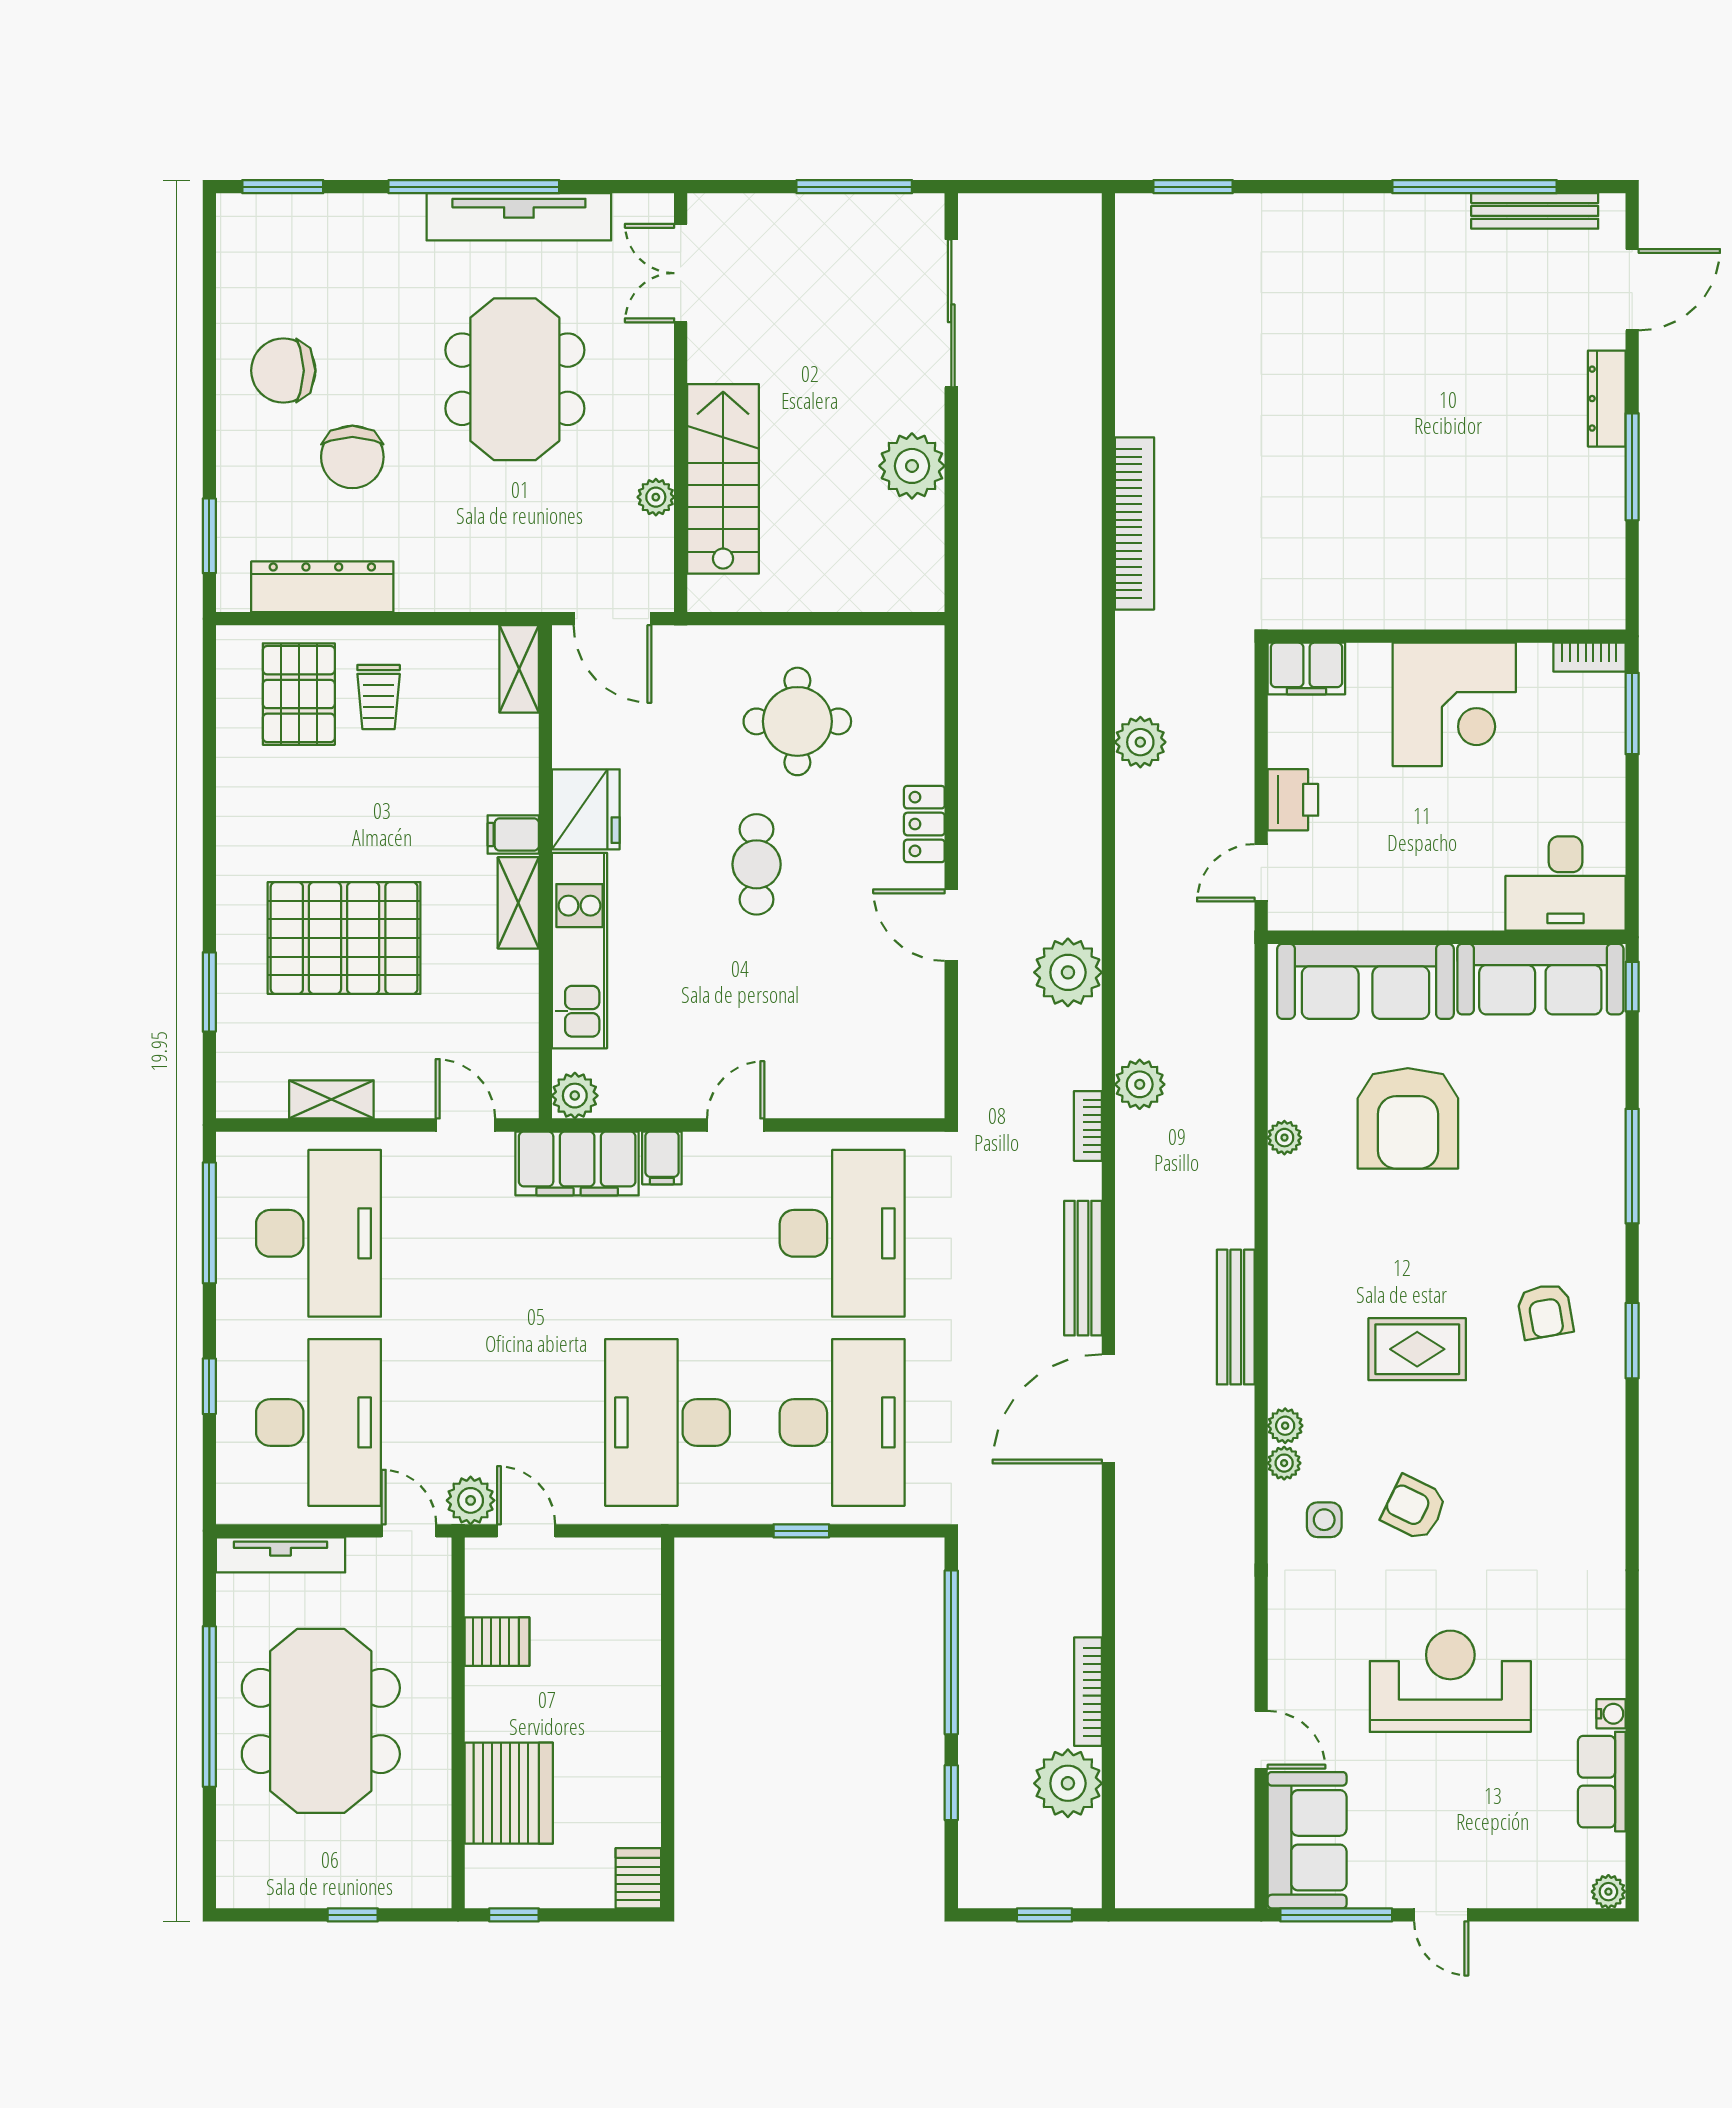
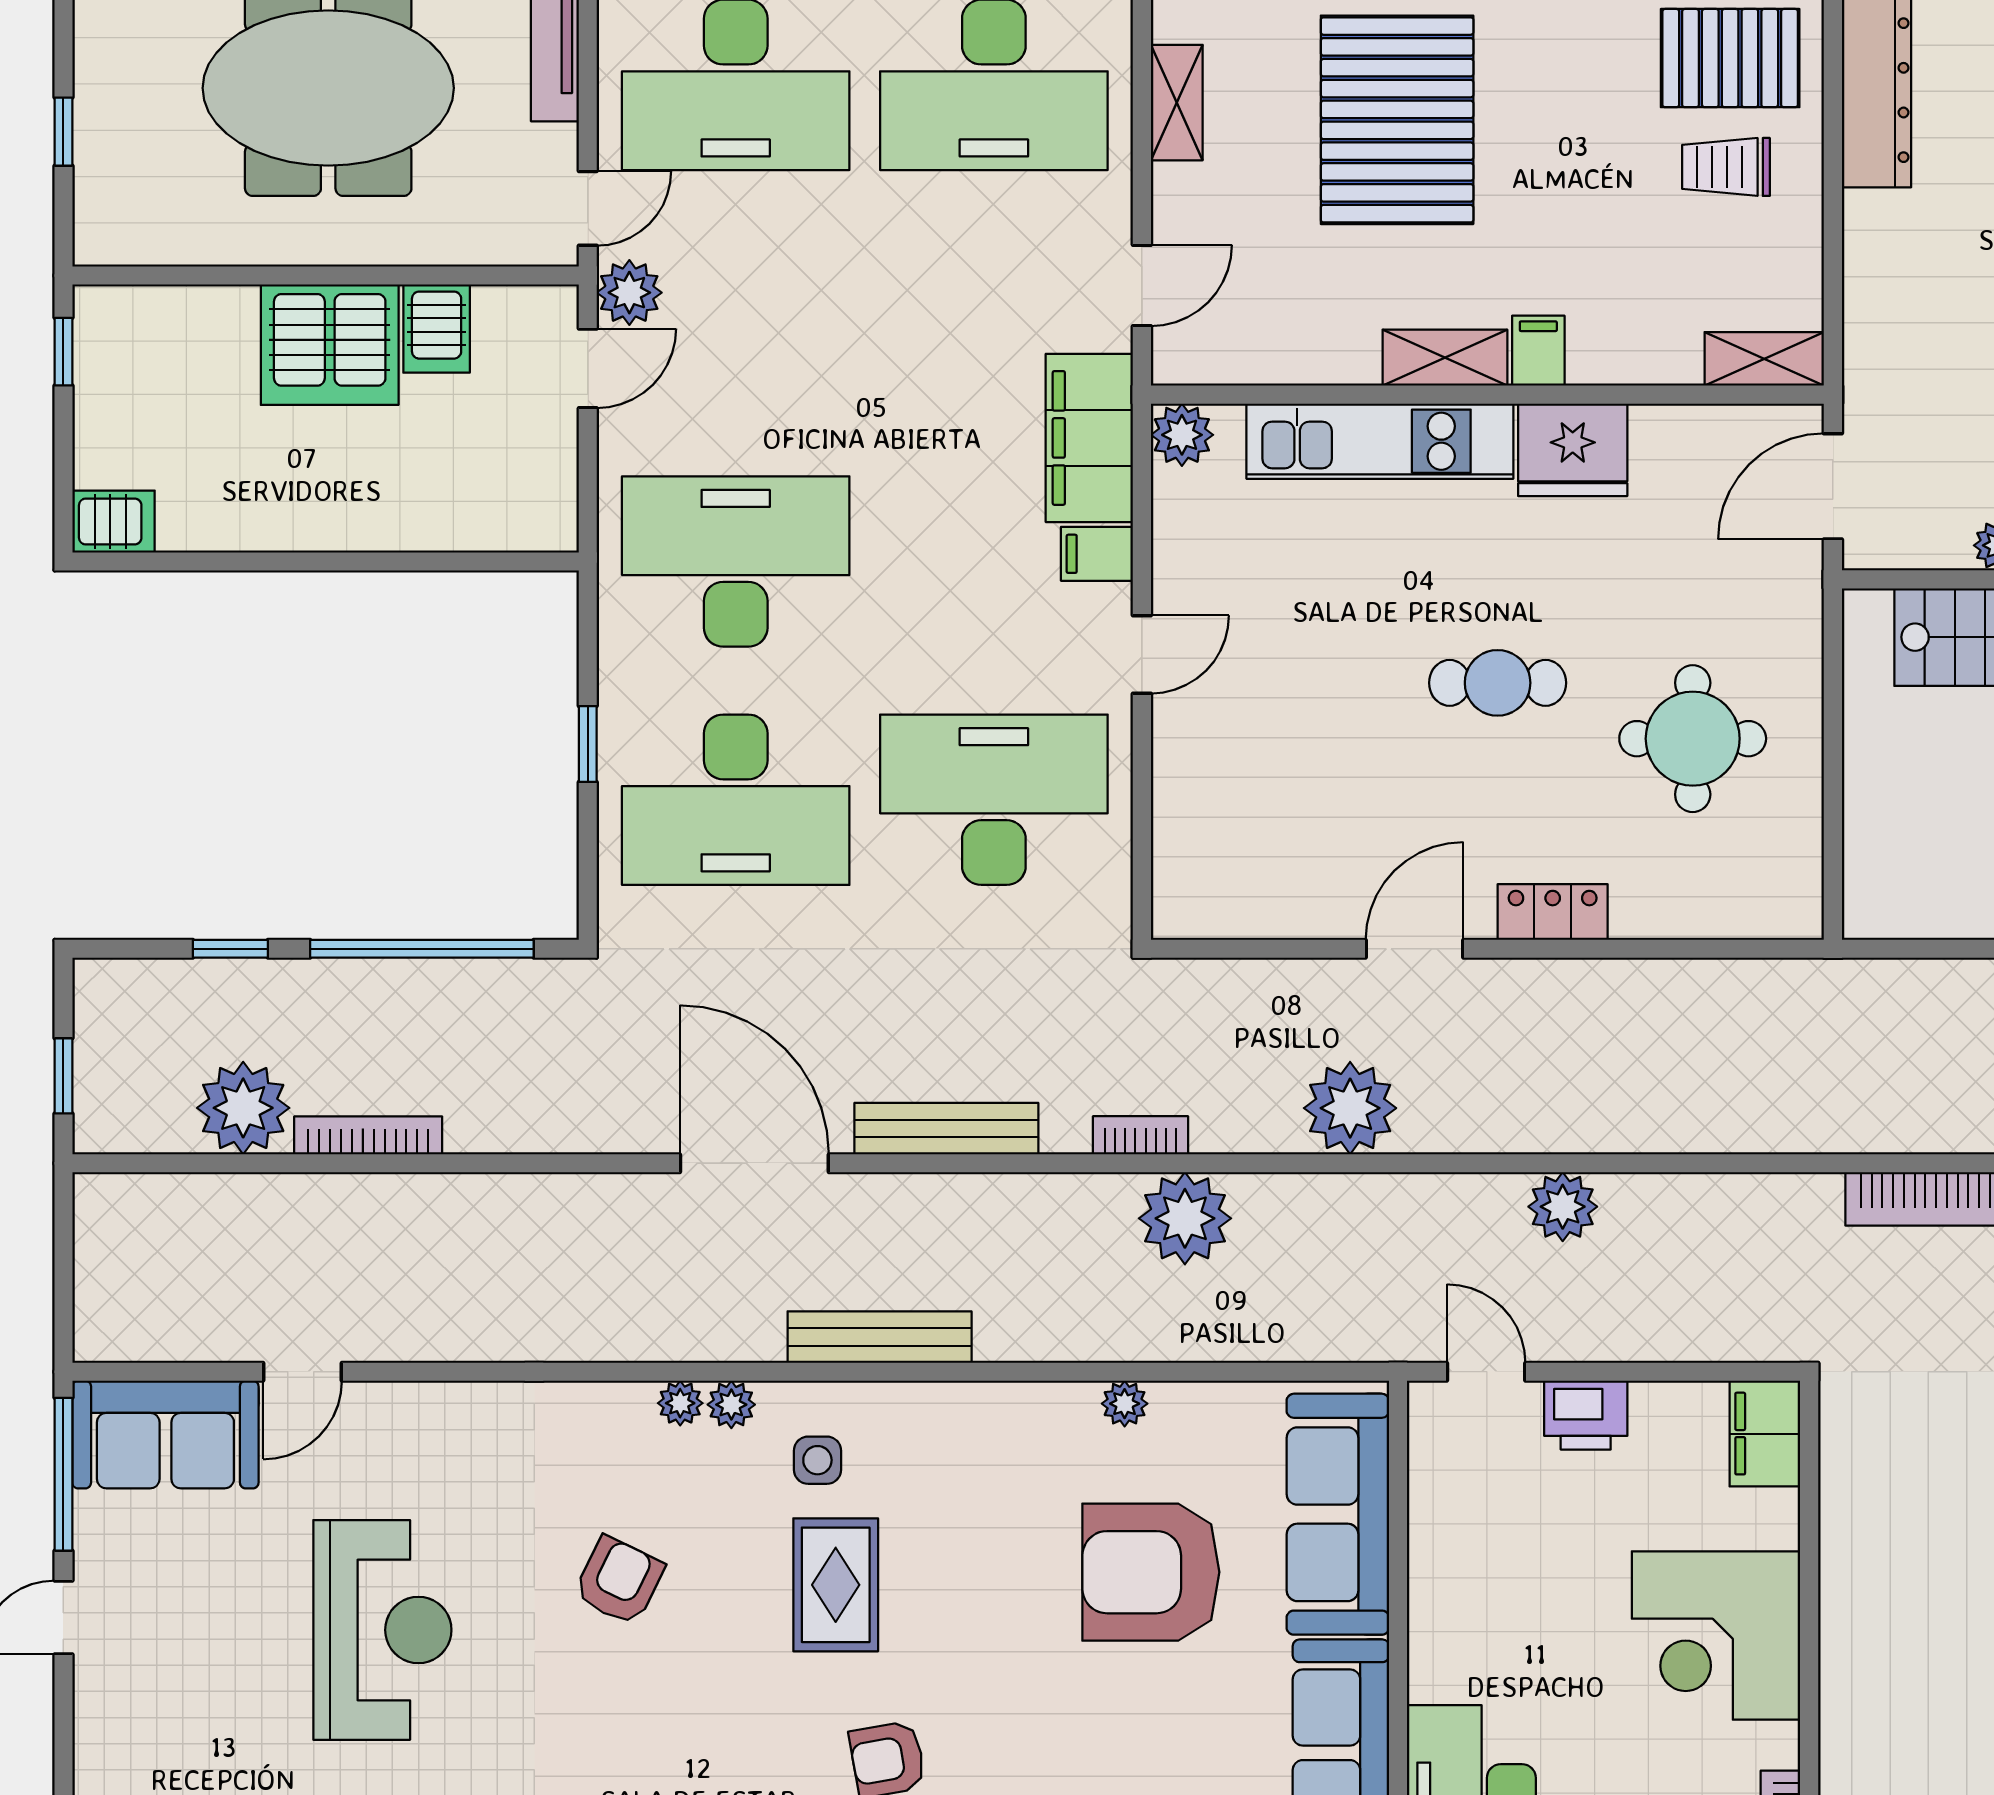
plant: (1140, 742) -> (1563, 1207), moved
plant: (1140, 1084) -> (1185, 1218), width x1.36, depth x1.36
door: (736, 1125) -> (1142, 654), hinge flipped
desk: (842, 1233) -> (994, 800), turned 180
side table: (1324, 1520) -> (817, 1460), moved
server rack: (509, 1793) -> (330, 345), moved

